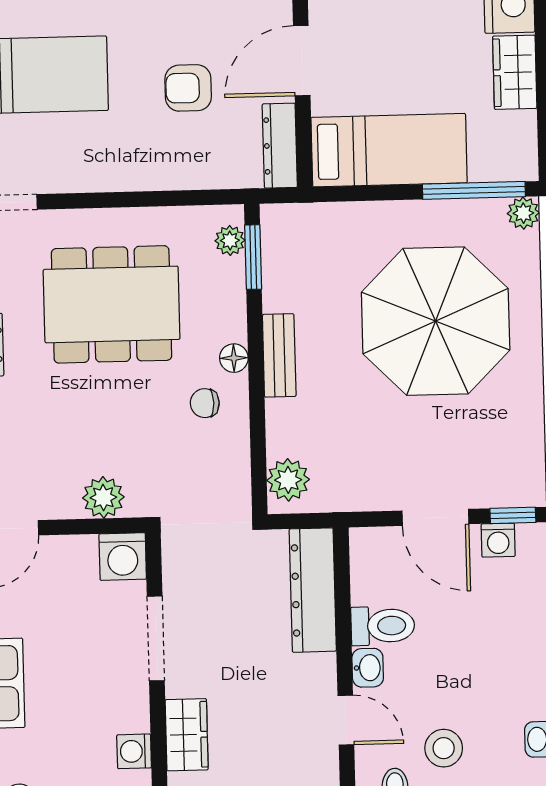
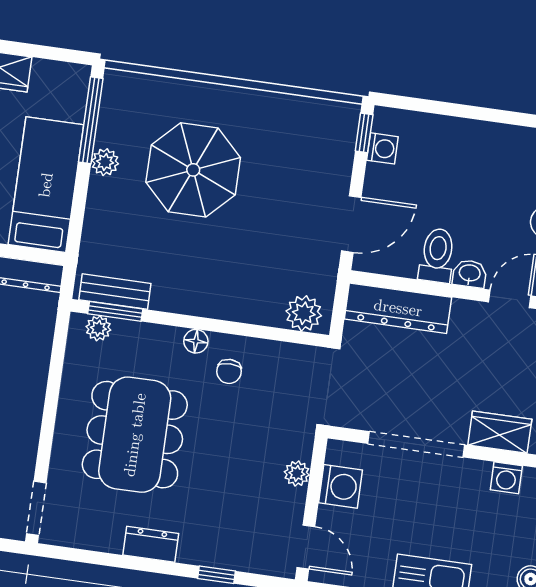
plant: (523, 213) -> (105, 162), moved
parasol: (436, 321) -> (193, 170), width x0.73, depth x0.73
bench: (279, 355) -> (115, 292), moved
plant: (103, 497) -> (297, 473), width x0.73, depth x0.73
door: (435, 517) -> (351, 224), moved
washing machine: (123, 557) -> (340, 486), moved
doorway: (156, 638) -> (416, 444), width x1.36

